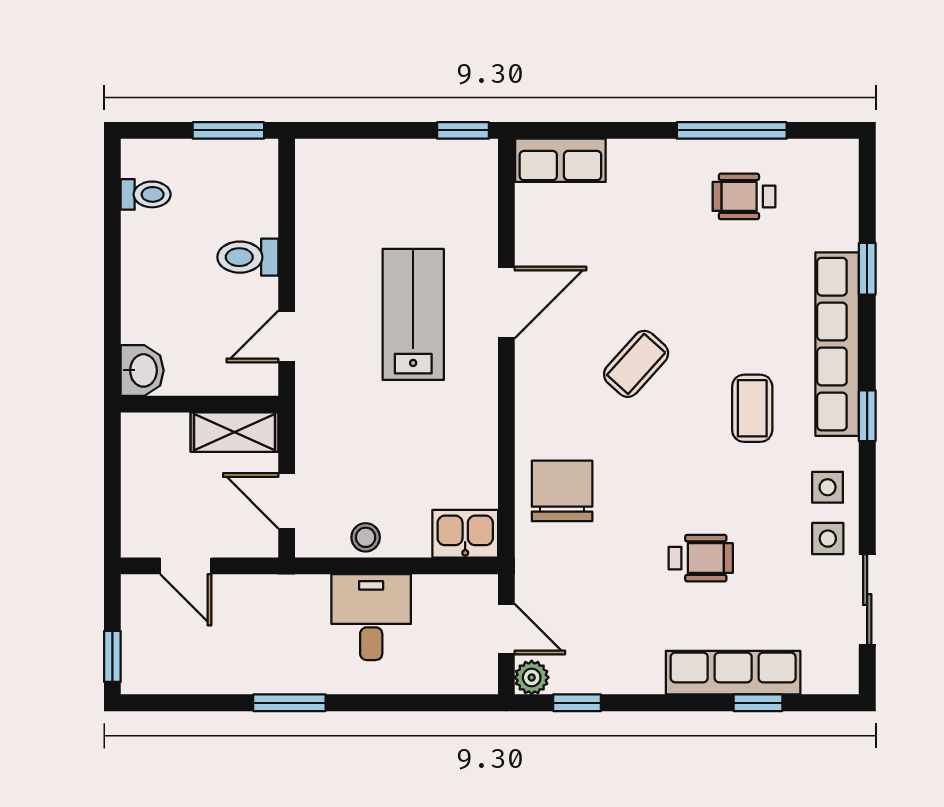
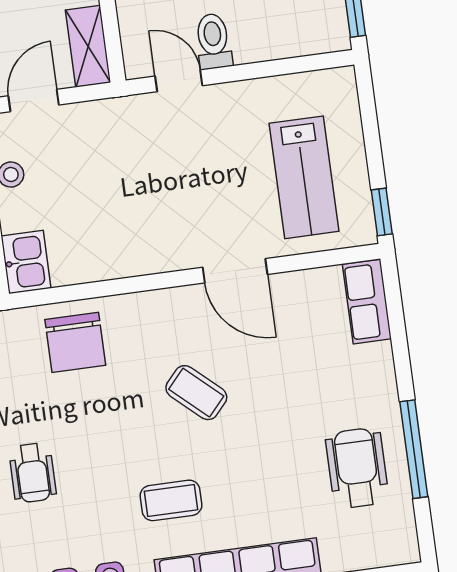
wheelchair: (744, 196) -> (357, 468), width x1.36, depth x1.37
toilet: (248, 257) -> (213, 41), moved
lab bench: (413, 314) -> (304, 177), moved, turned 90
chair: (562, 491) -> (75, 342), turned 90

